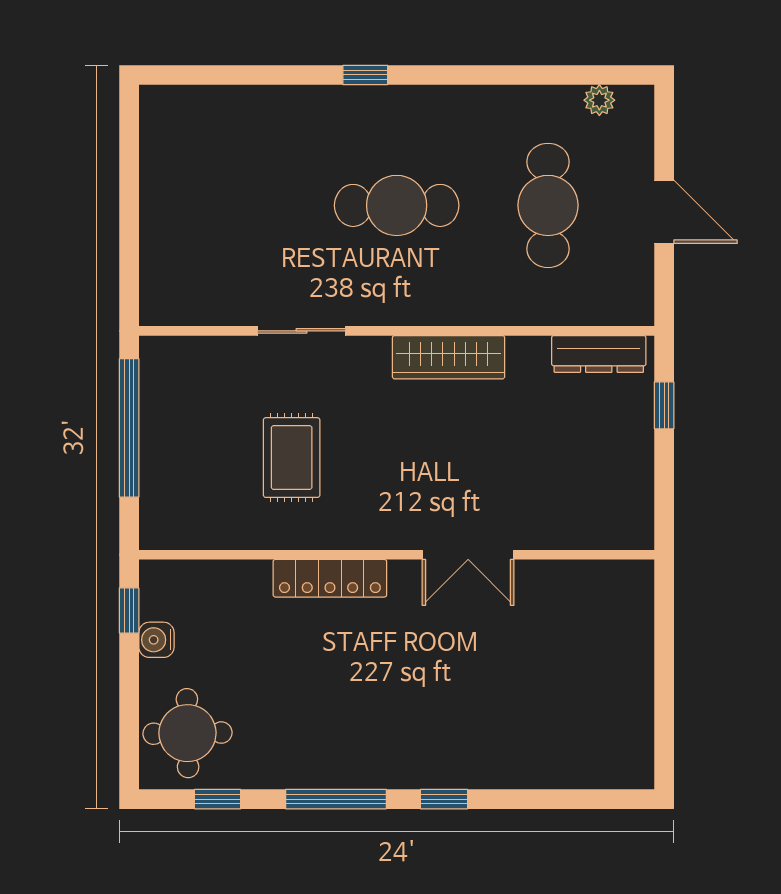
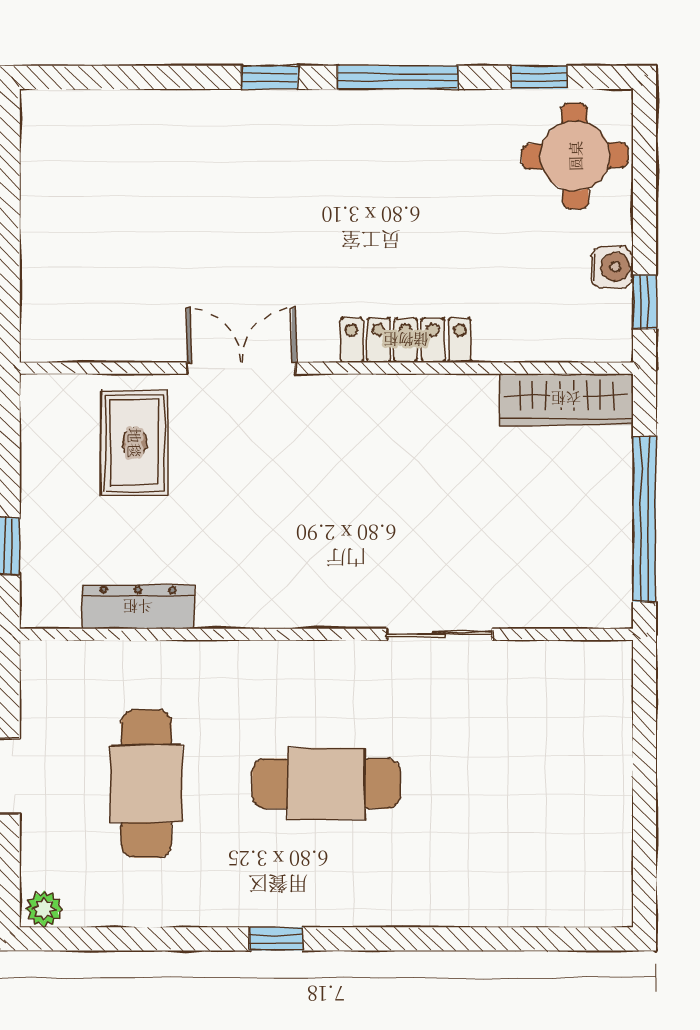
window: (365, 75) -> (276, 939), moved
plant: (599, 100) -> (44, 909), moved
dresser: (599, 354) -> (138, 607), moved
wardrobe: (449, 357) -> (566, 399), moved, turned 180
rug: (292, 458) -> (135, 443), moved

